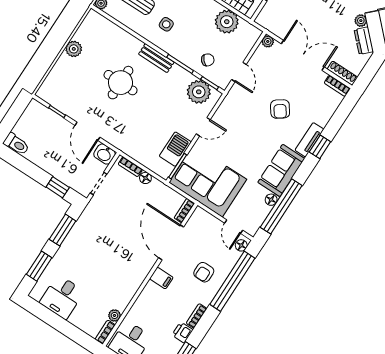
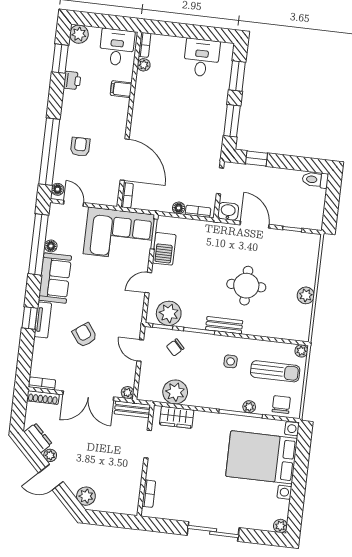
bench: (271, 25) -> (132, 409), added
filing cabinet: (161, 278) -> (121, 89), moved
bookcase: (197, 316) -> (67, 103), removed

